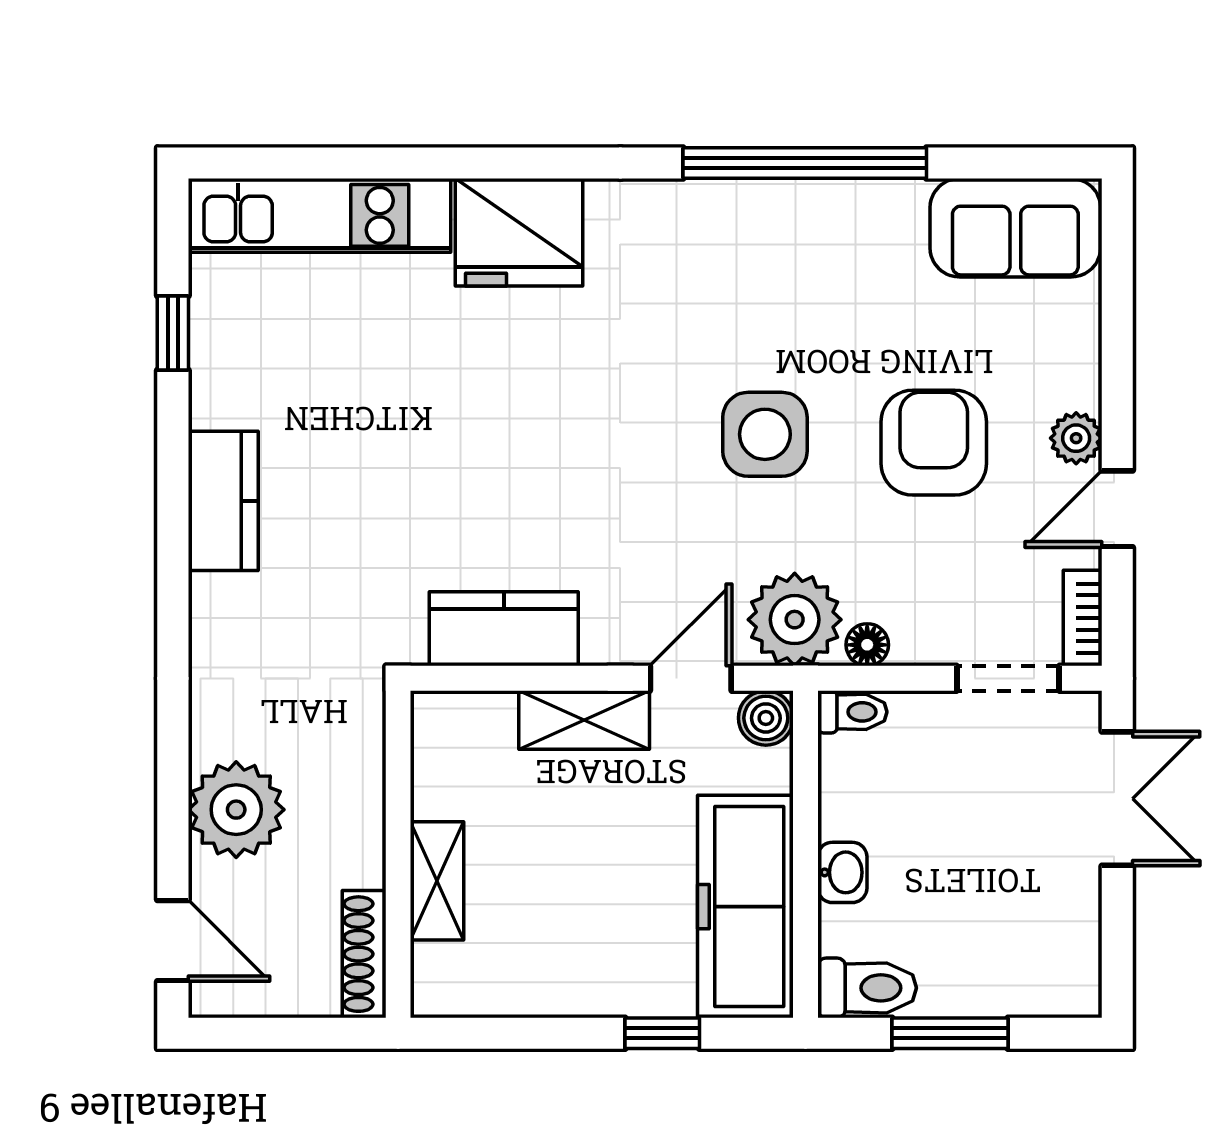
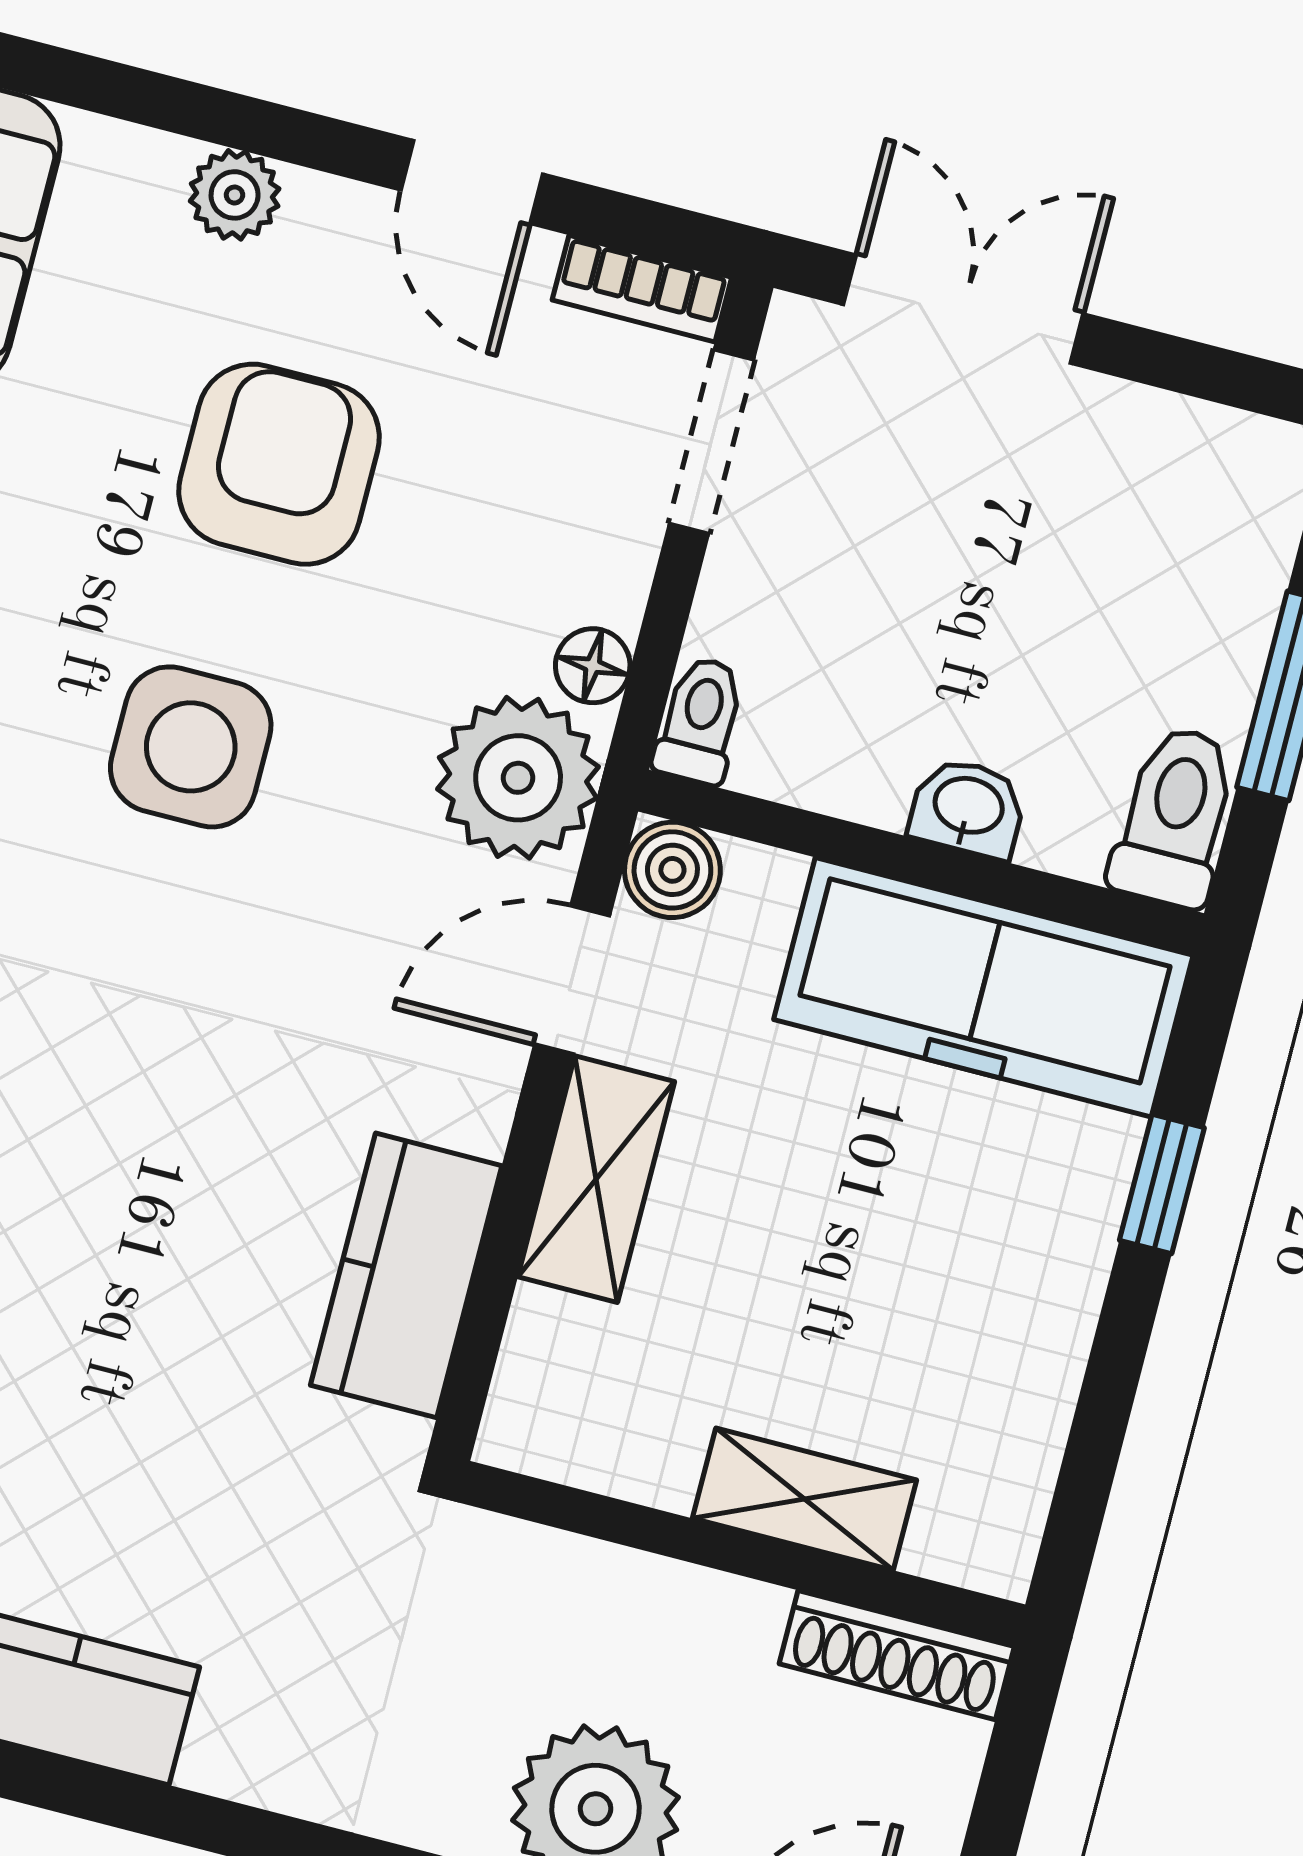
plant: (1076, 438) -> (235, 195), moved
armchair: (934, 443) -> (279, 464), turned 90
door: (691, 678) -> (572, 980), hinge flipped

